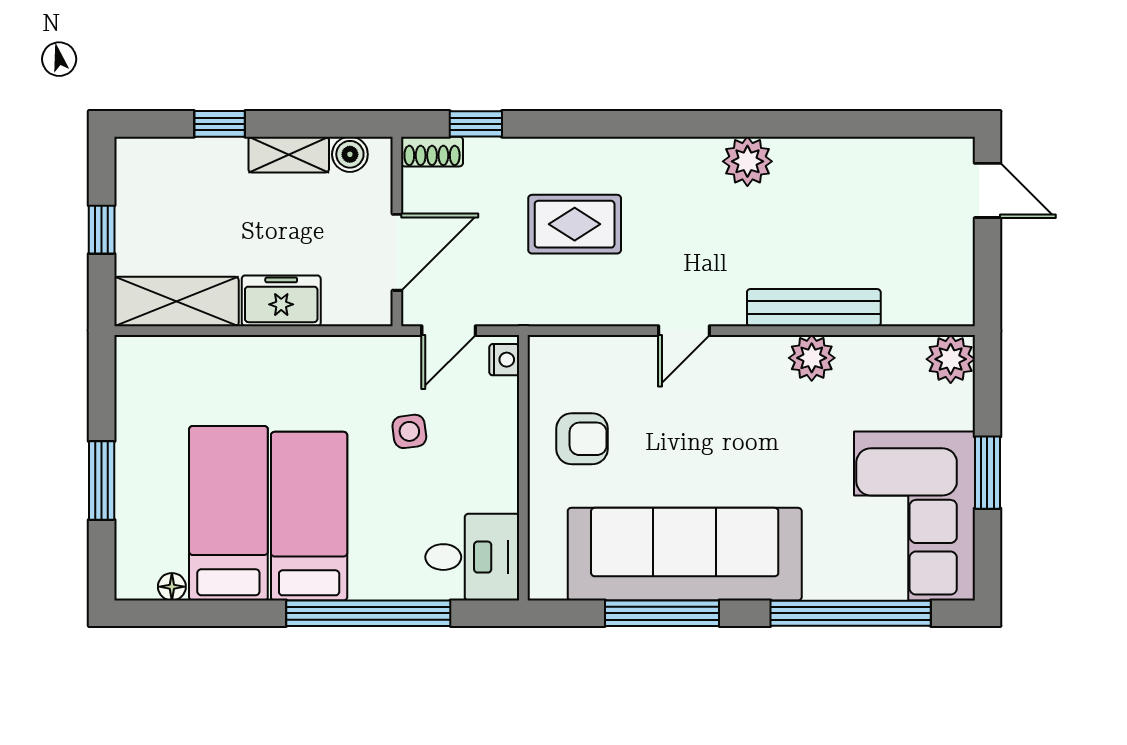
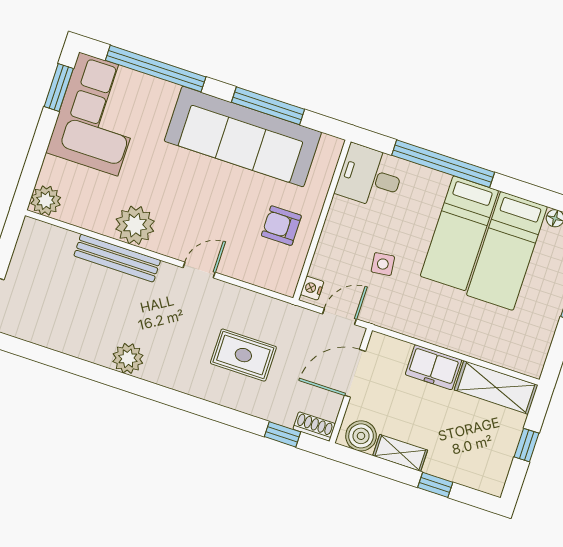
boiler: (350, 154) -> (361, 436), width x1.36, depth x1.36
plant: (812, 358) -> (135, 225), width x1.36, depth x1.36
window: (987, 473) -> (59, 88), moved

